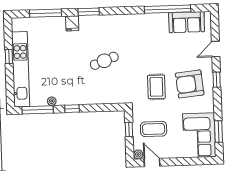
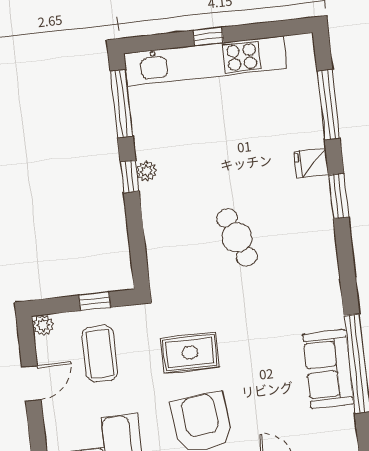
sofa: (187, 22) -> (328, 369), moved
window: (9, 56) -> (208, 36), moved
plant: (52, 101) -> (147, 171), moved
door: (152, 163) -> (31, 384), moved

